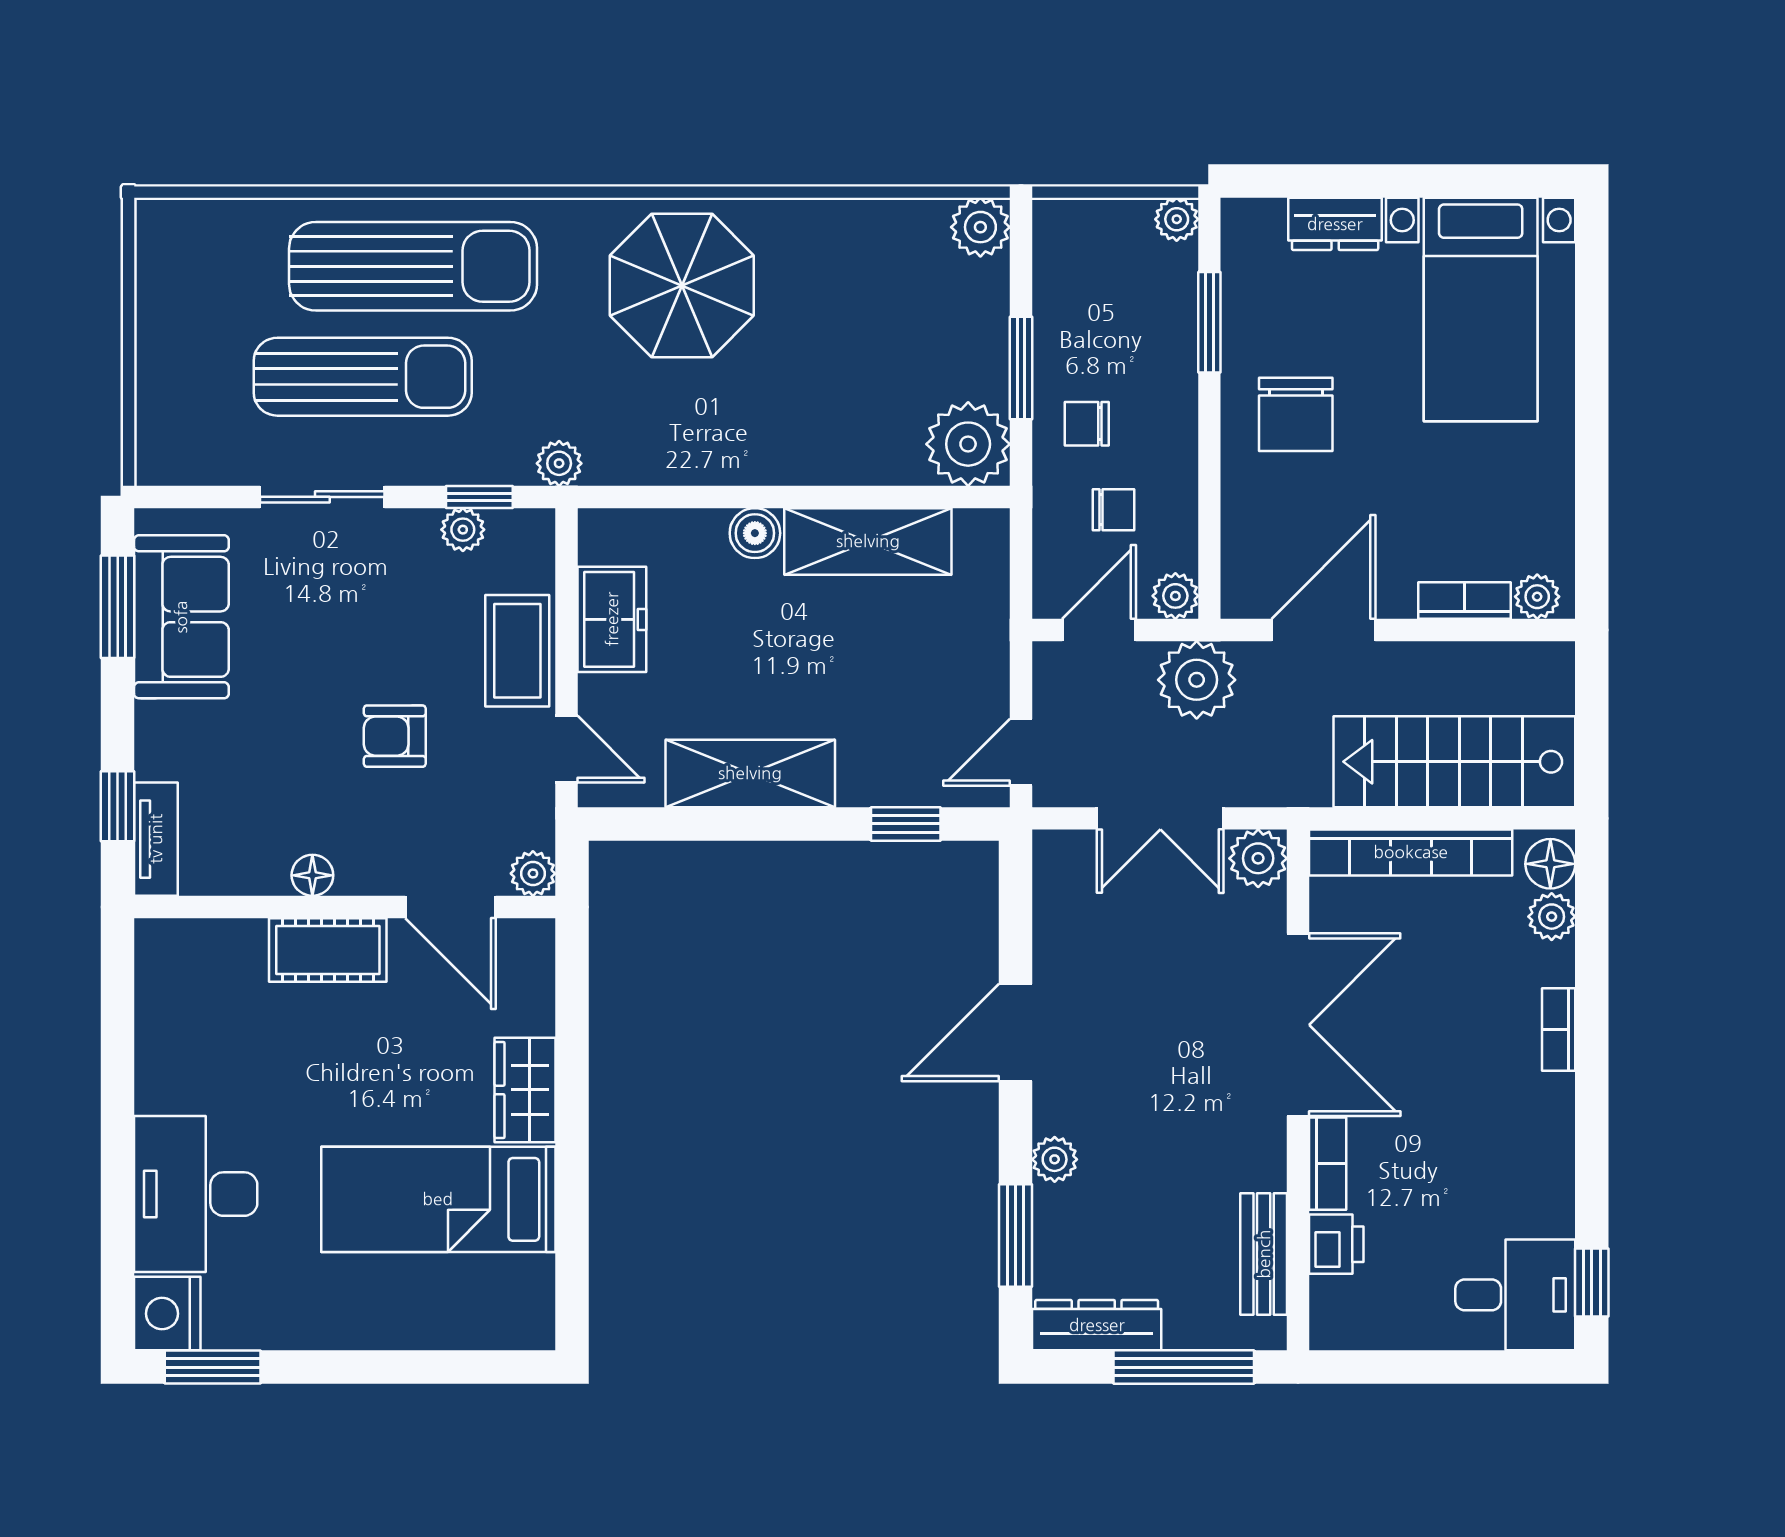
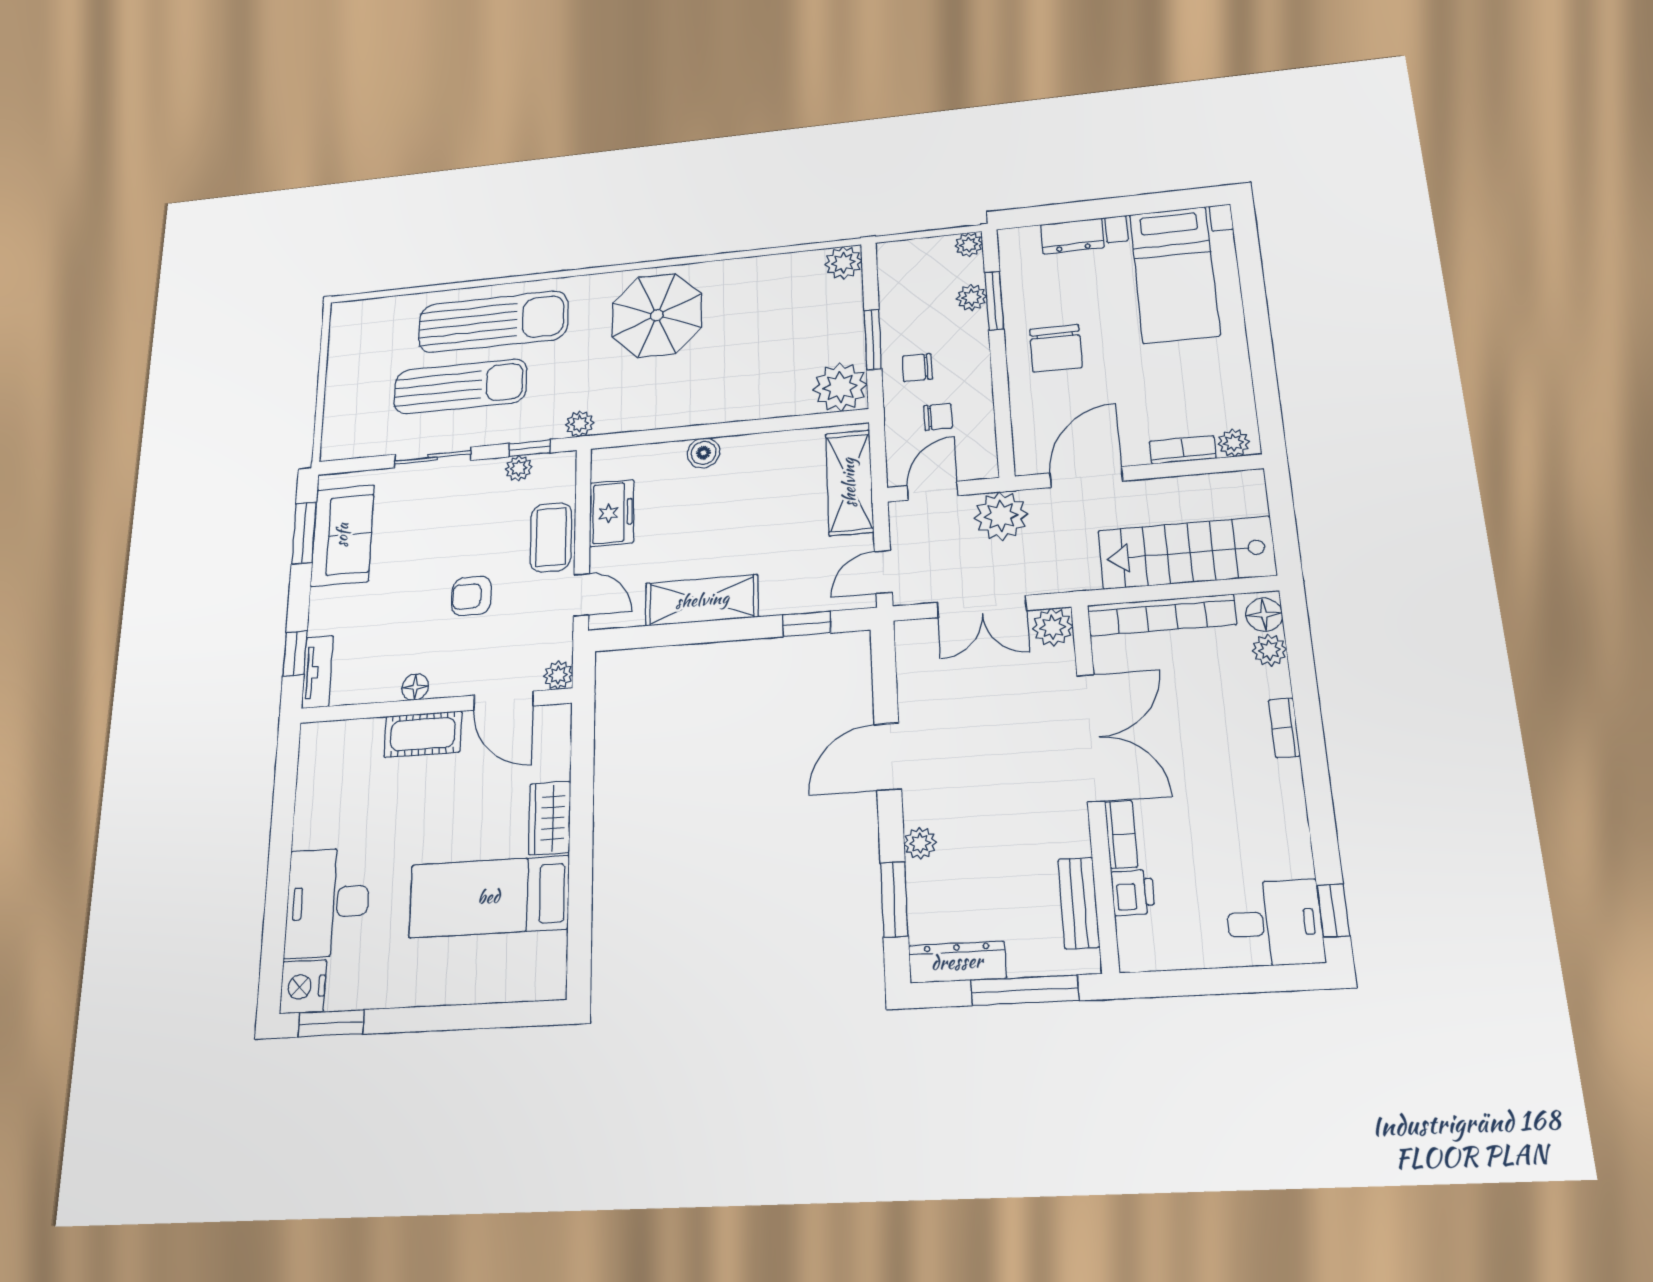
shelving: (868, 541) -> (849, 483), moved, turned 90
plant: (1175, 596) -> (972, 298), moved

